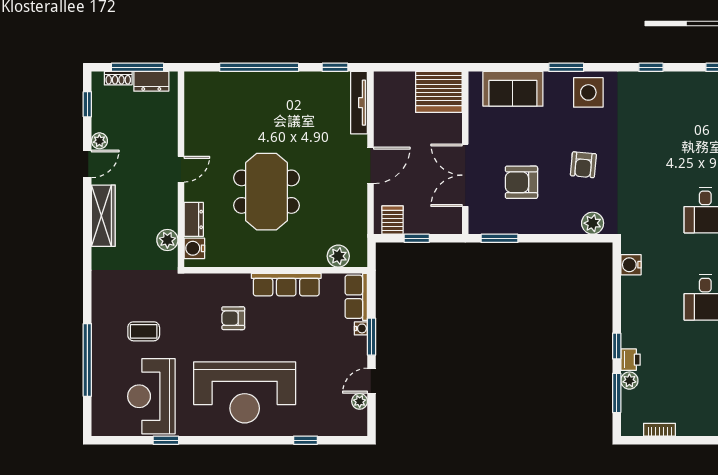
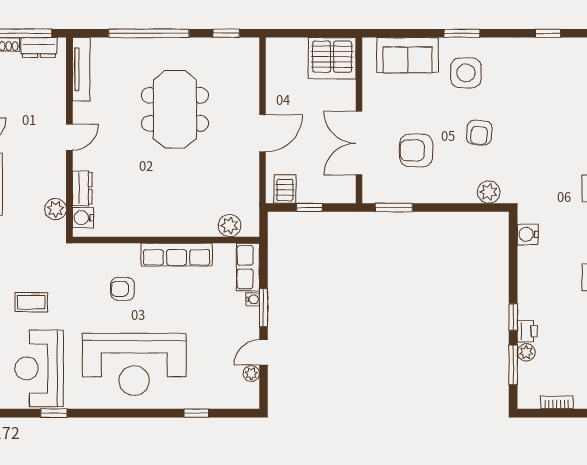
side table: (588, 92) -> (466, 73), moved
tv unit: (359, 103) -> (81, 69), moved, turned 180
meeting table: (267, 192) -> (175, 109), moved

